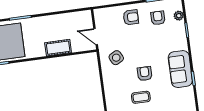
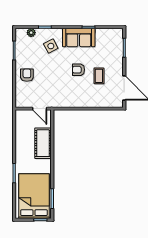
armchair: (158, 18) -> (31, 51), removed
door: (96, 36) -> (40, 109), hinge flipped
cot: (58, 48) -> (43, 143), width x1.37, depth x1.34
side table: (116, 58) -> (51, 46), moved

